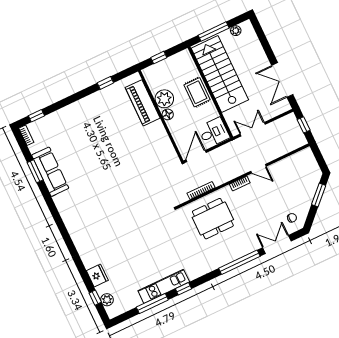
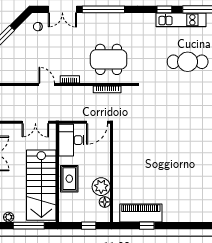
piano: (143, 103) -> (141, 213), moved, turned -90
floor lamp: (168, 114) -> (105, 202), moved
desk: (214, 132) -> (71, 140), width x1.37
cafe table: (139, 251) -> (188, 62), added

